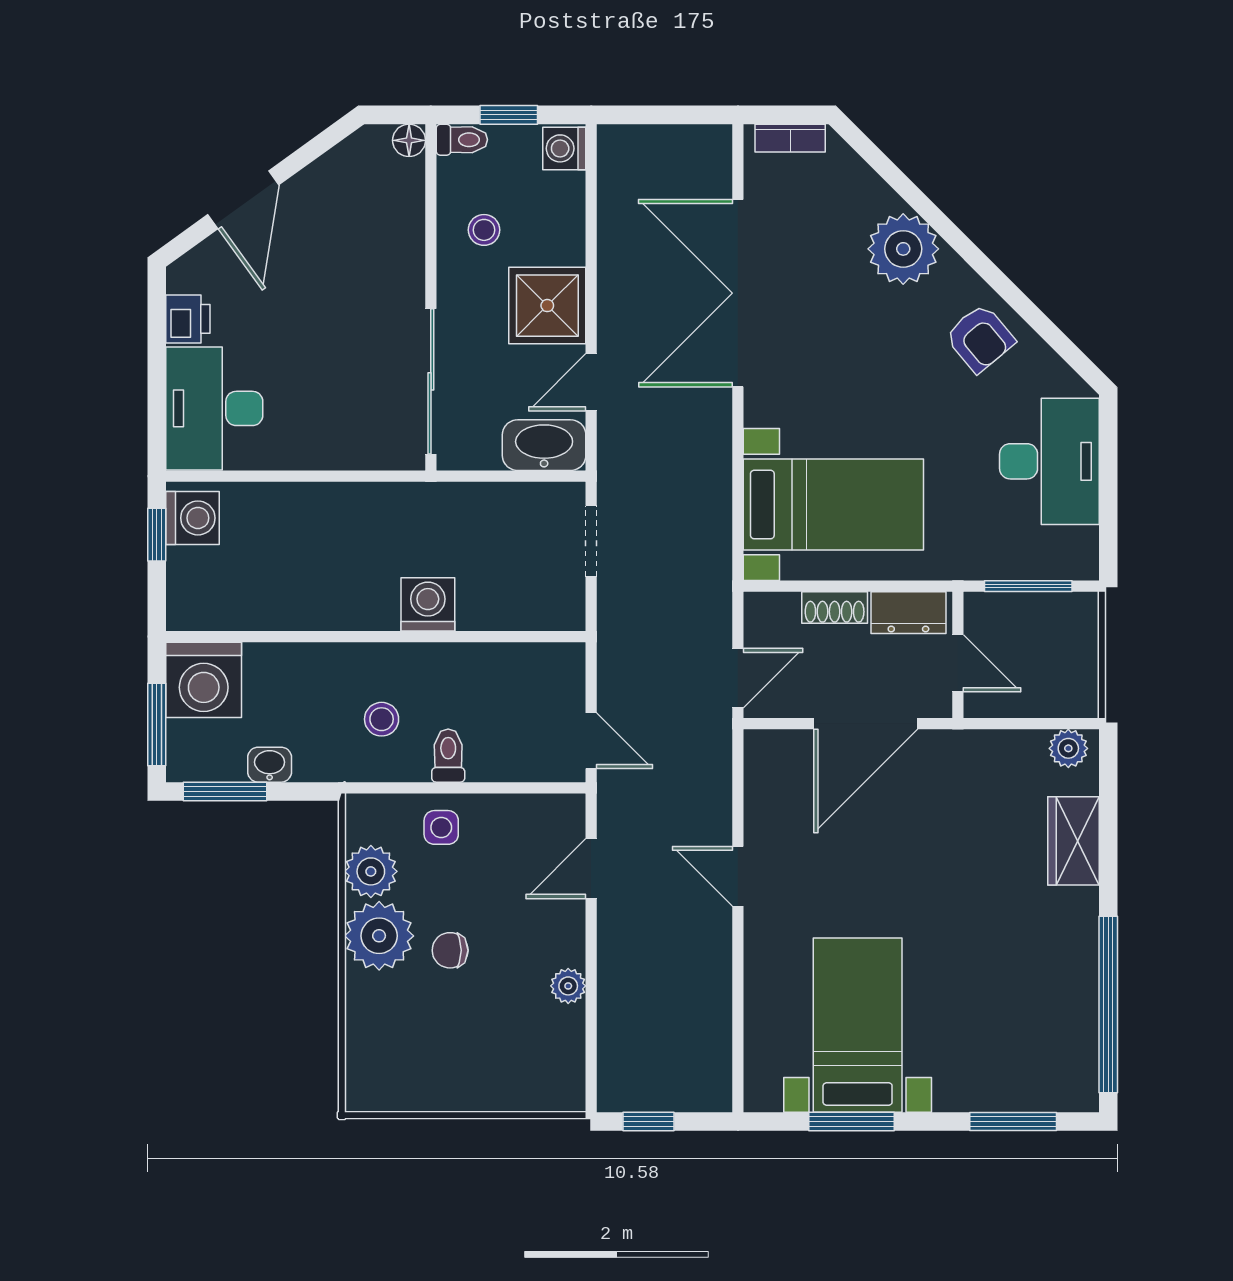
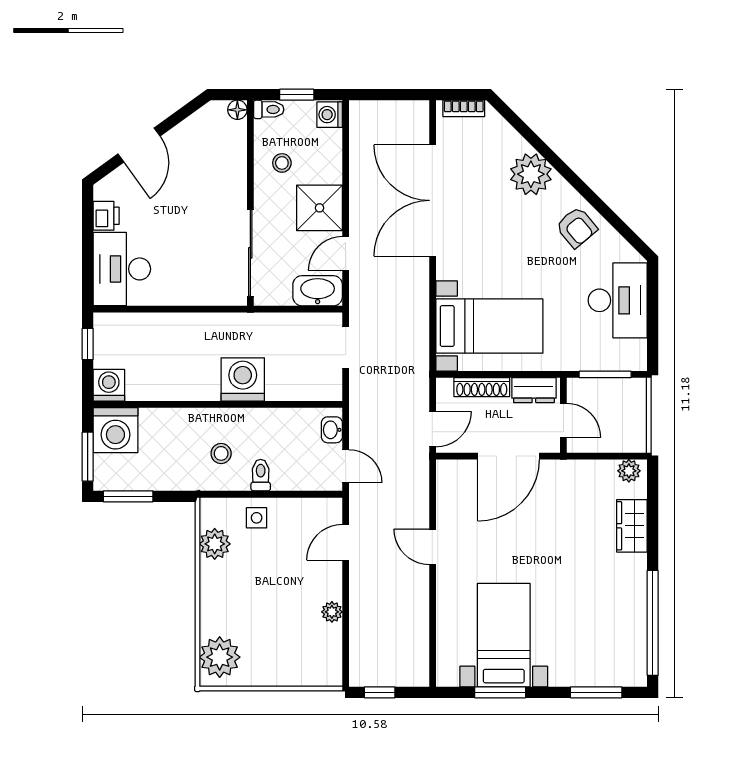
washing machine: (193, 518) -> (109, 385), moved, turned -90
washing machine: (428, 604) -> (243, 379), width x1.37, depth x1.37
shoe rack: (835, 608) -> (482, 387), width x1.43
washbasin: (270, 765) -> (332, 430), moved, turned -90
plant: (379, 936) -> (220, 657), moved
chair: (450, 950) -> (262, 591), removed

